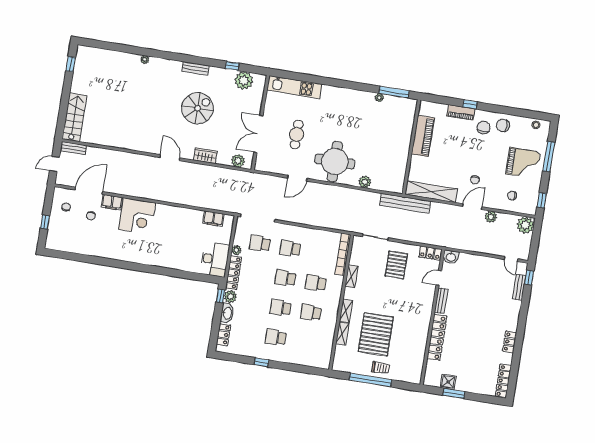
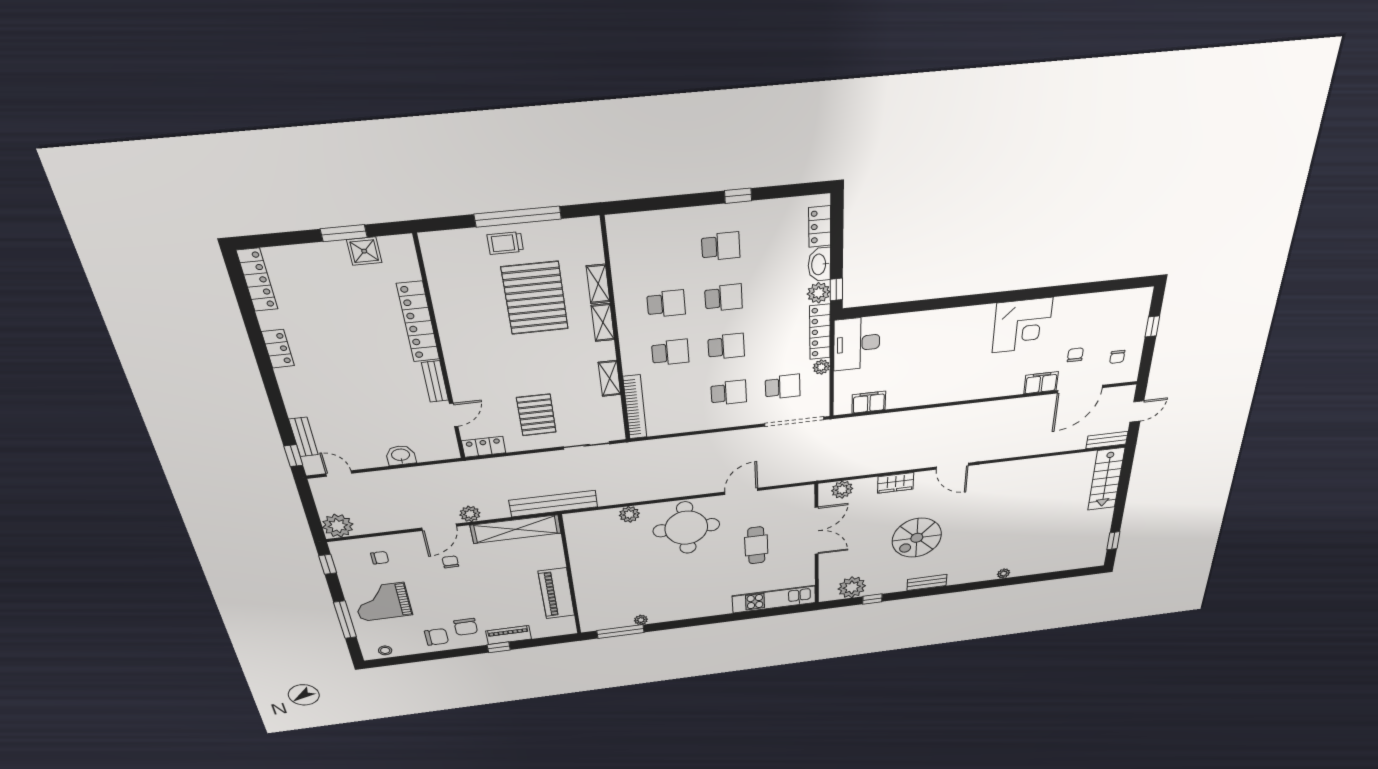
corner desk: (137, 216) -> (1022, 325), moved, turned 180
plant: (491, 217) -> (470, 514), moved
washbasin: (451, 257) -> (401, 455), moved

